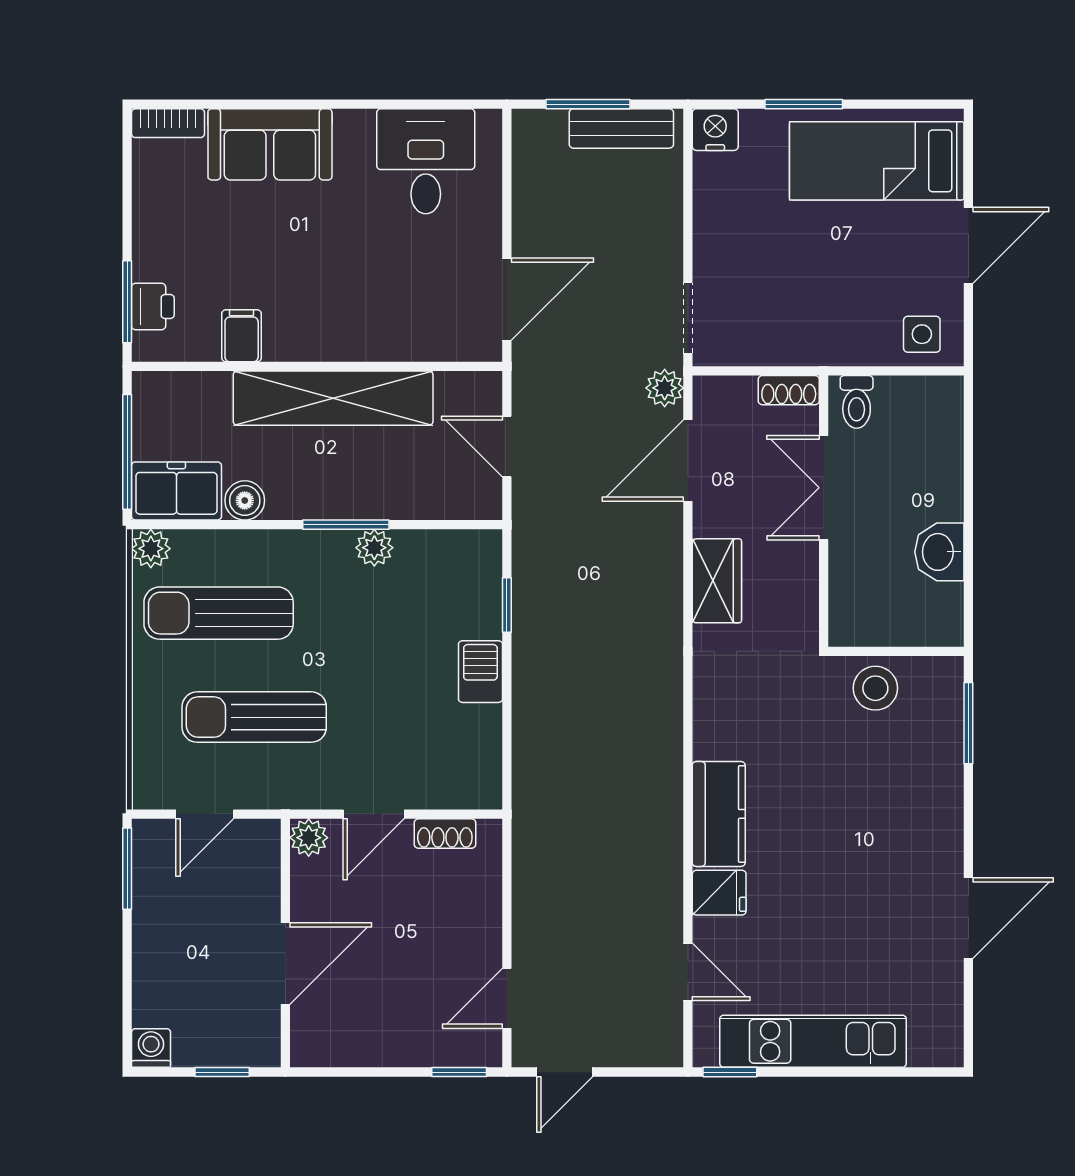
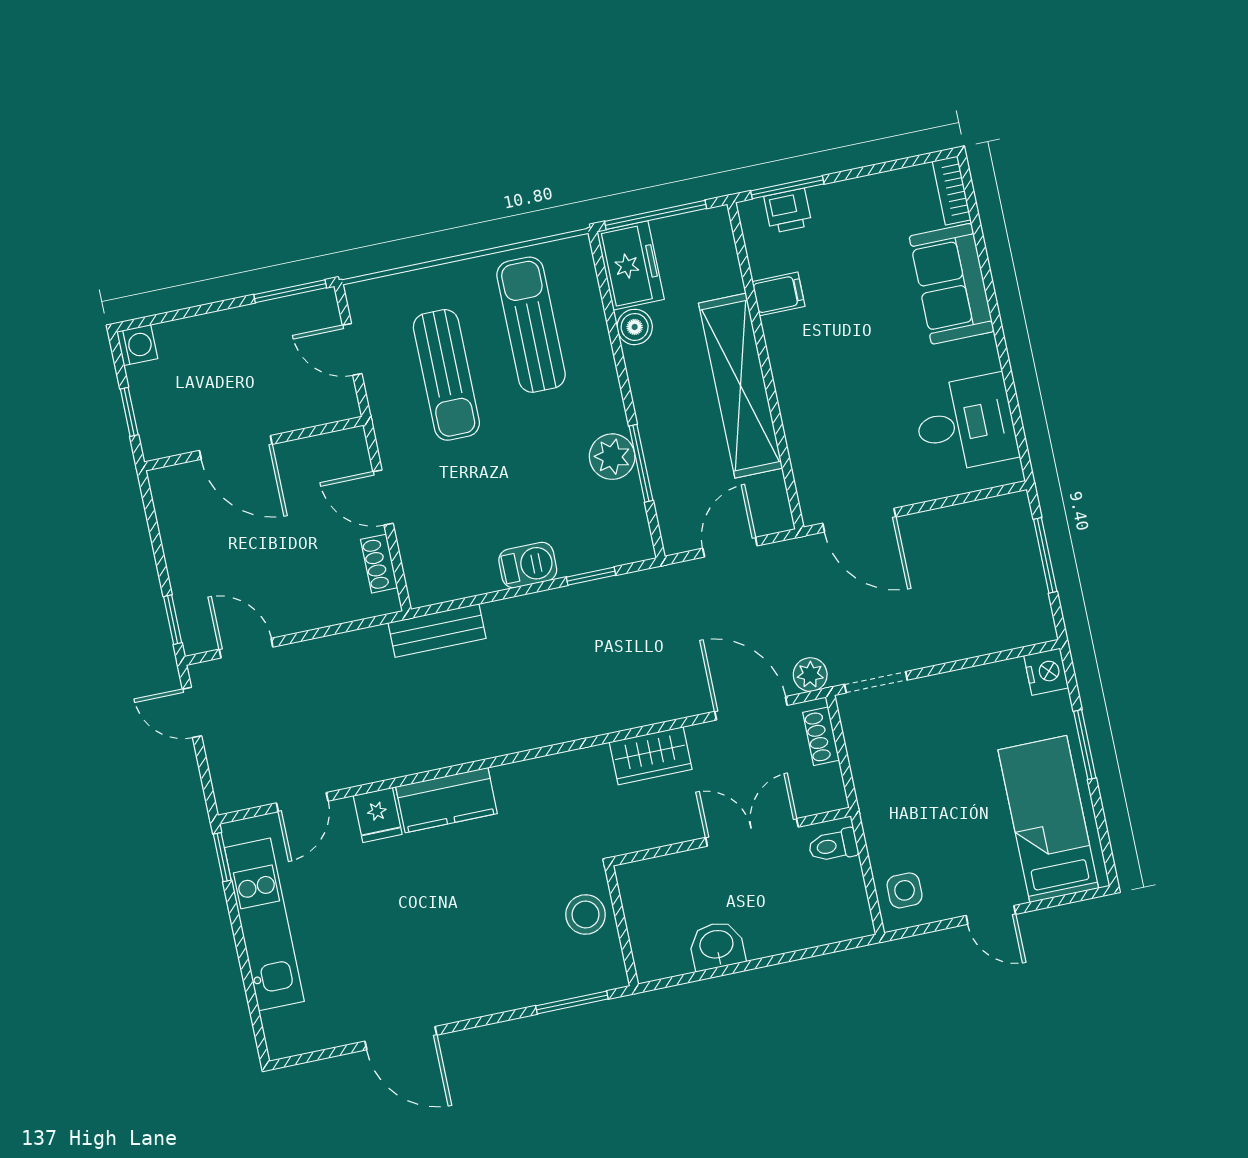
bench: (621, 128) -> (437, 631), moved, turned 90
door: (968, 245) -> (991, 915), width x0.73
shoe rack: (789, 390) -> (821, 736), moved
window: (346, 525) -> (641, 463), moved
plant: (374, 548) -> (612, 457), width x1.38, depth x1.38
plant: (151, 549) -> (575, 253), removed
sun lounger: (254, 717) -> (446, 375), turned 180
plant: (309, 838) -> (351, 445), removed

